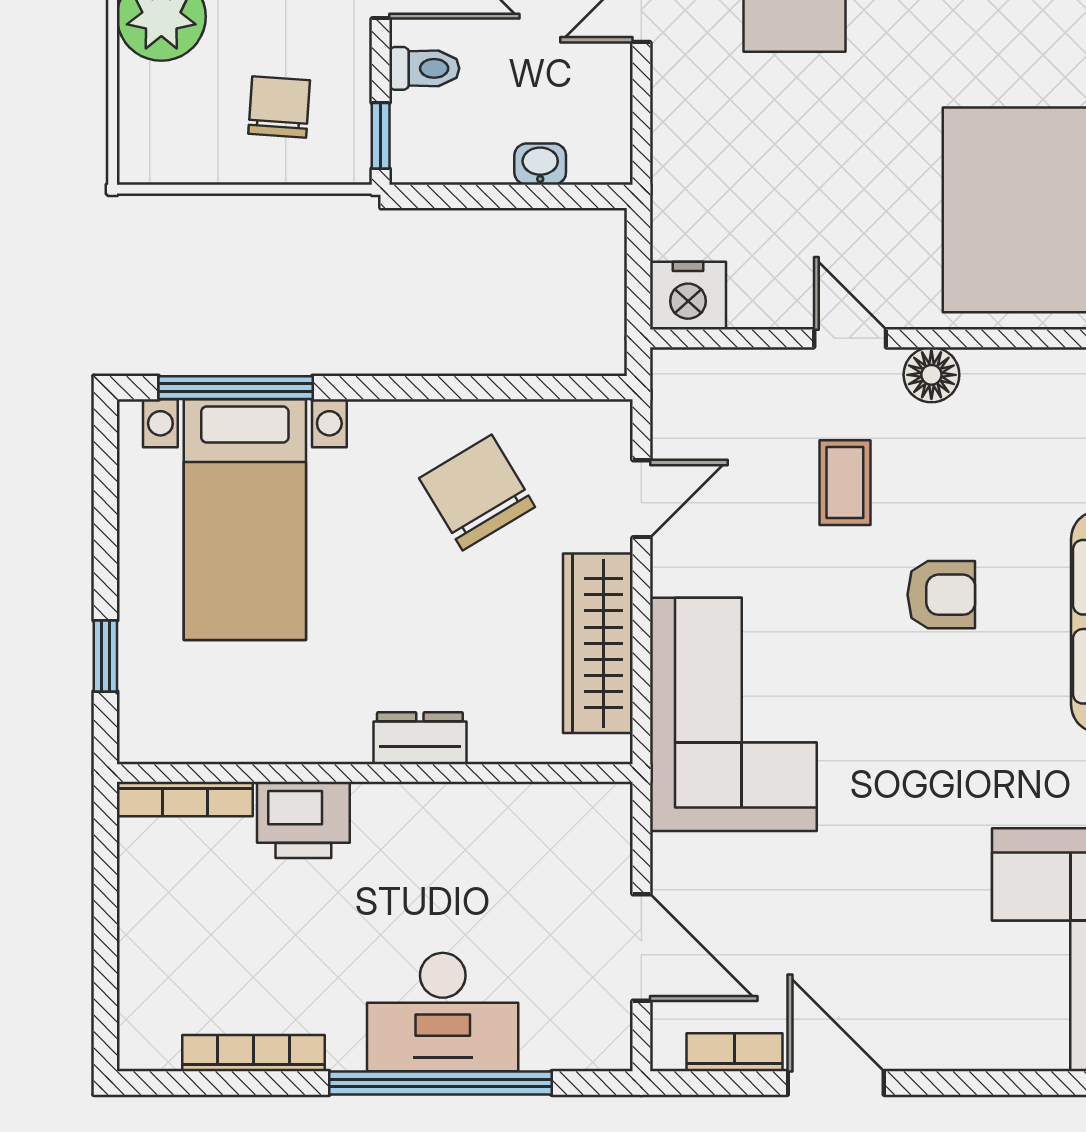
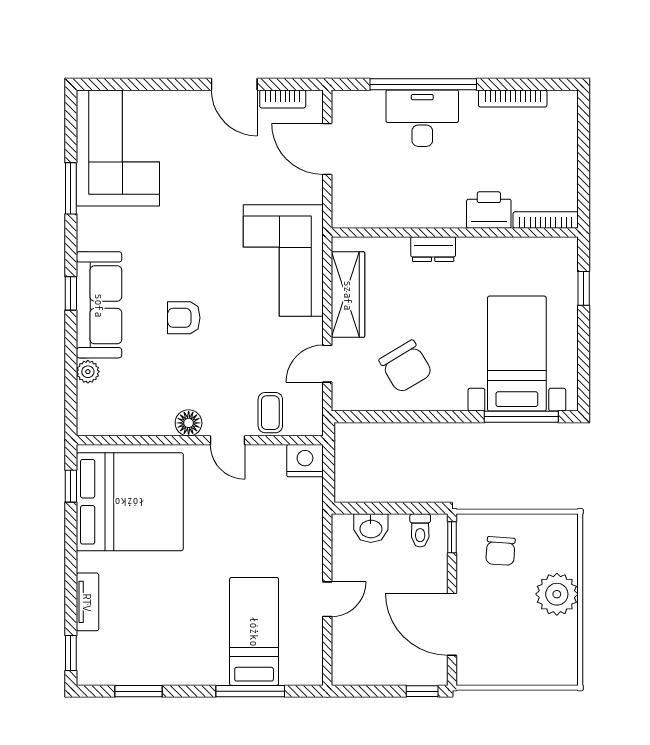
toilet: (424, 68) -> (420, 530), moved, turned -90
washbasin: (540, 164) -> (371, 528), width x1.38, depth x1.45
coffee table: (845, 483) -> (270, 413), moved

